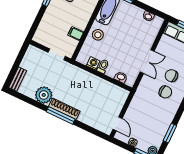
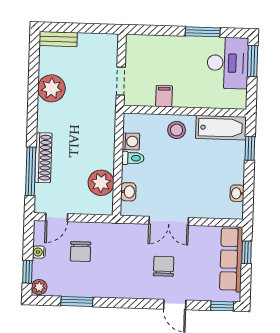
plant: (109, 90) -> (101, 183), added
chair: (165, 92) -> (81, 252), moved
shoe rack: (64, 109) -> (43, 158), moved
window: (61, 115) -> (31, 171), moved

